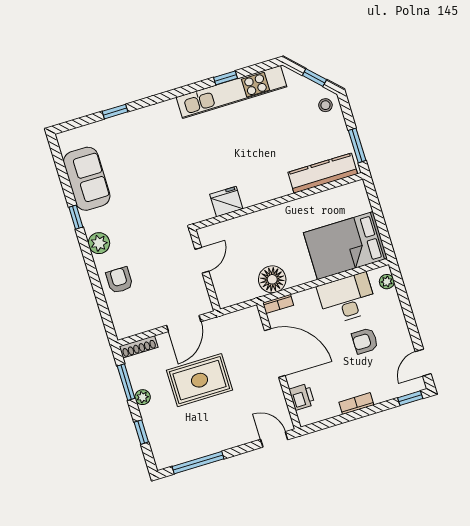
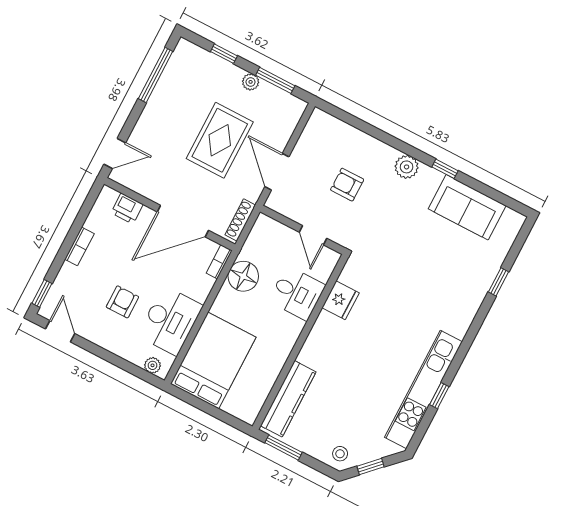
desk: (249, 234) -> (297, 293), added
armchair: (119, 280) -> (347, 185), moved, turned 180
shoe rack: (139, 347) -> (240, 220), moved

